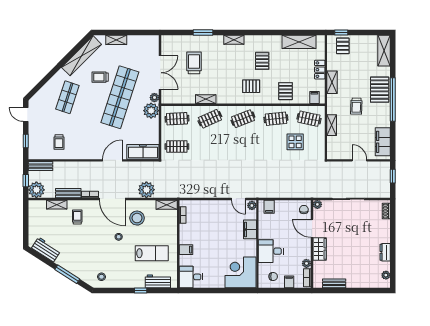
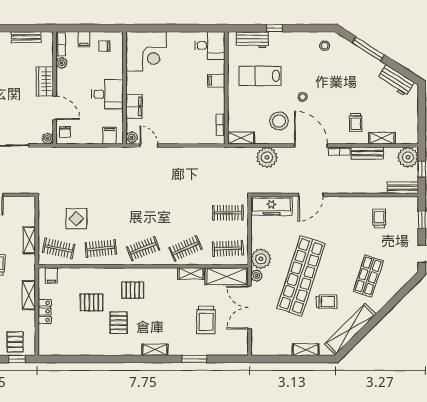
shelving: (299, 42) -> (227, 276), moved
pallet: (285, 91) -> (92, 302), moved, turned 90
desk: (271, 251) -> (107, 94), moved

